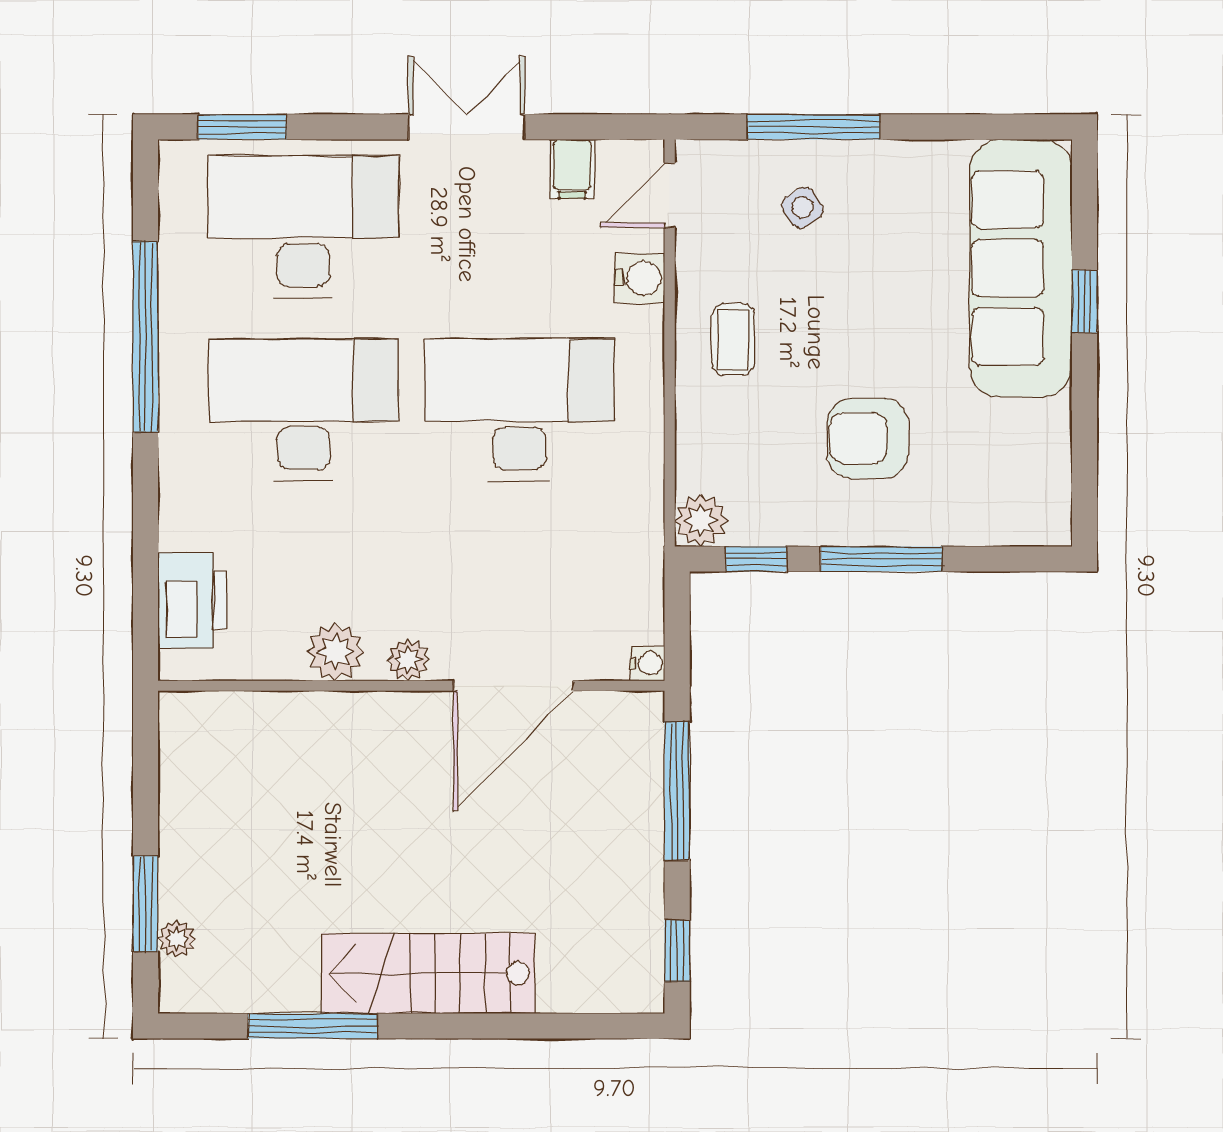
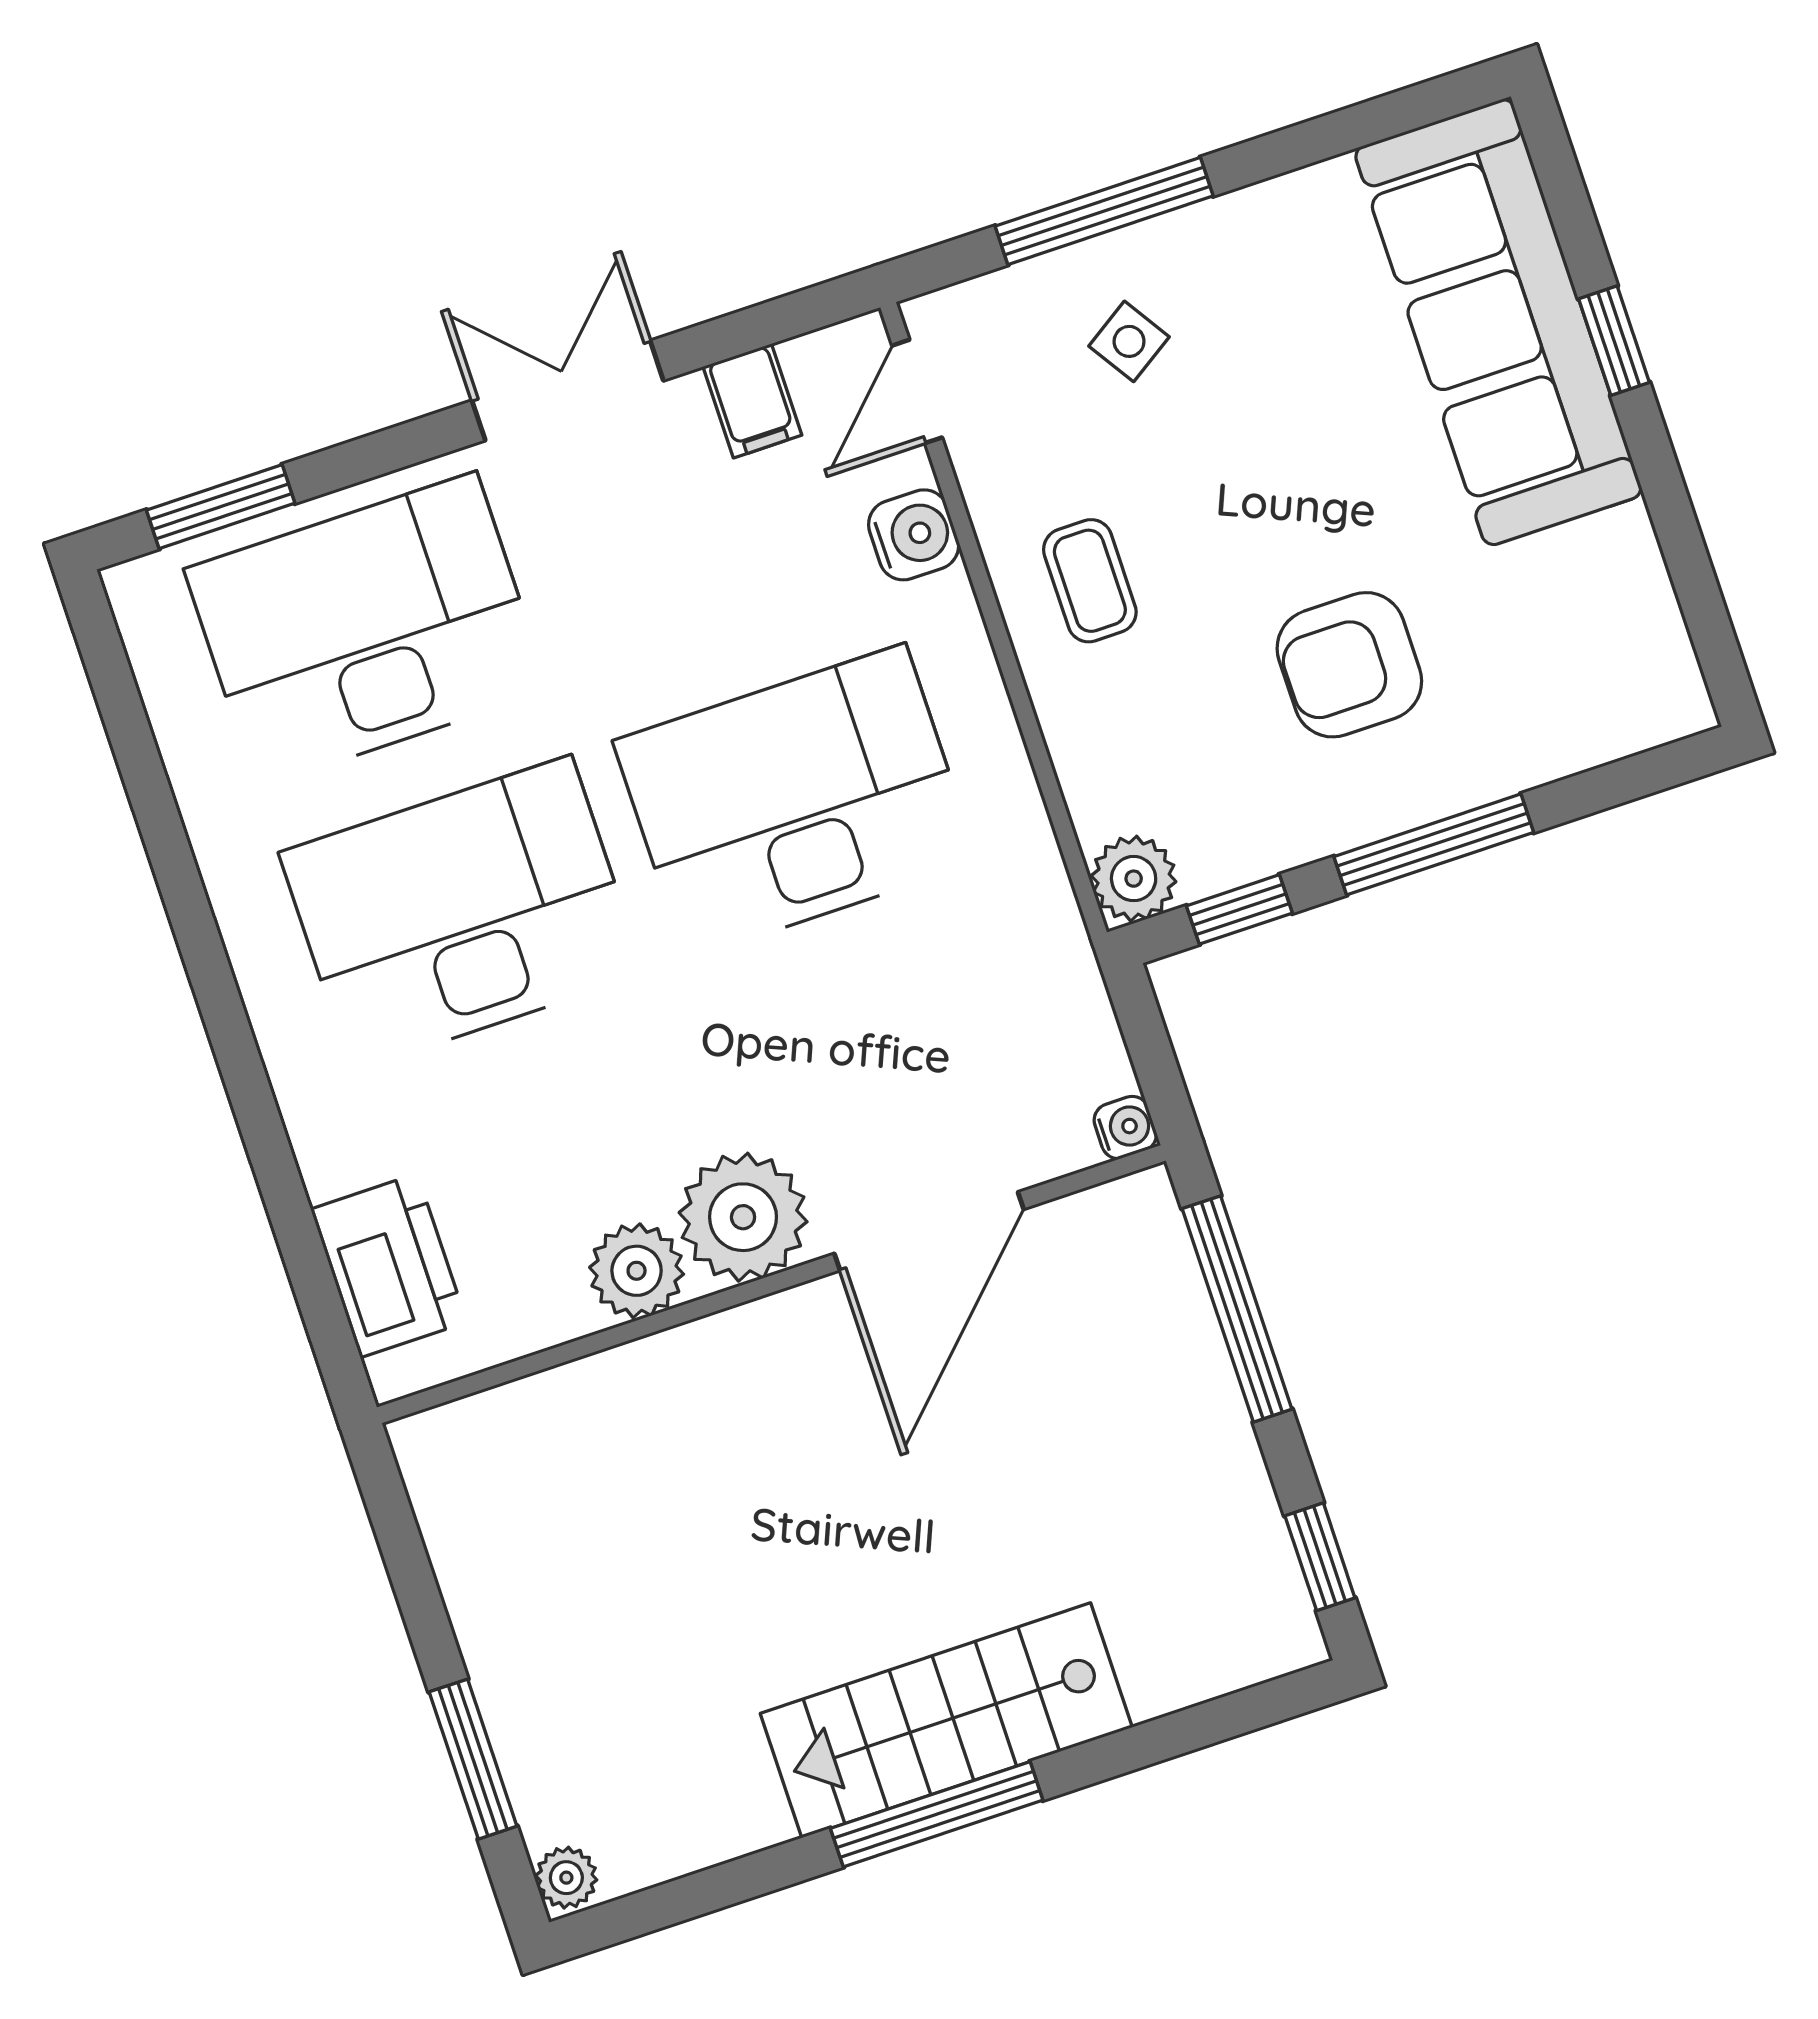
window: (146, 337) -> (179, 882), removed
plant: (408, 660) -> (743, 1217), width x1.87, depth x1.87
plant: (177, 939) -> (566, 1878), moved
window: (313, 1026) -> (937, 1814), moved

